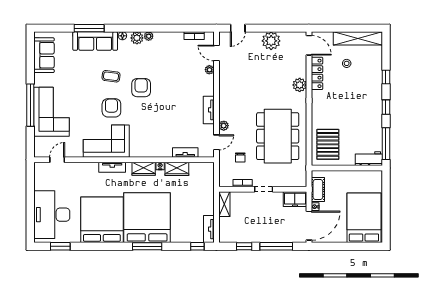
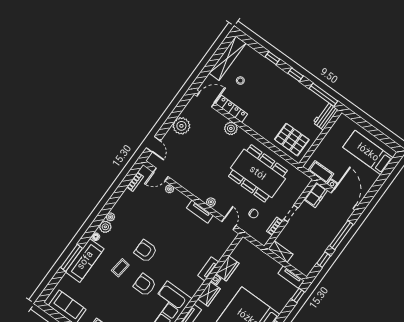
plant: (224, 126) -> (211, 202), moved
tv unit: (185, 153) -> (208, 269), moved
bed: (364, 218) -> (368, 152), width x0.67

